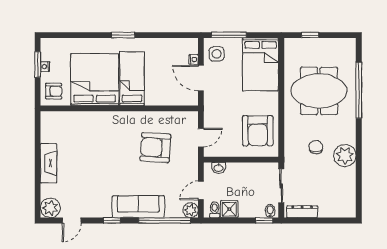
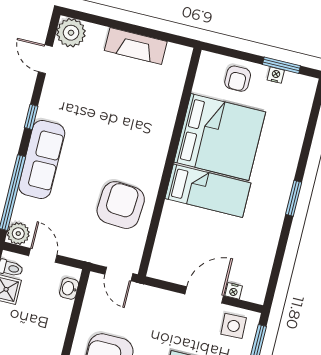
bed: (132, 79) -> (208, 191), moved
bed: (95, 80) -> (220, 137), moved
wall: (119, 108) -> (170, 162), moved

